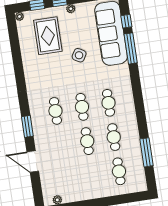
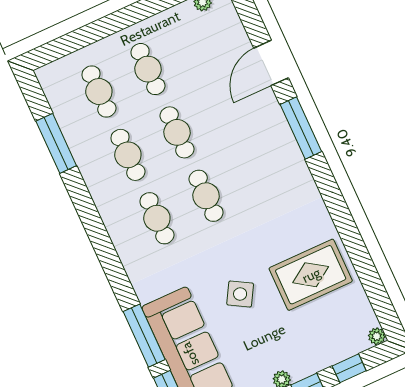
rug: (48, 36) -> (311, 275), moved, turned 90
cafe table: (55, 111) -> (148, 69), moved
window: (27, 126) -> (301, 128), width x1.44
door: (33, 162) -> (271, 63), swing flipped

